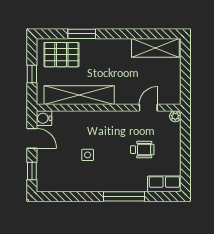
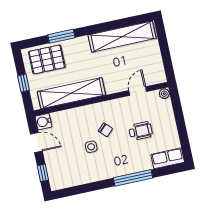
shelving: (155, 48) -> (122, 37), width x1.47
chair: (106, 141) -> (105, 130), added

